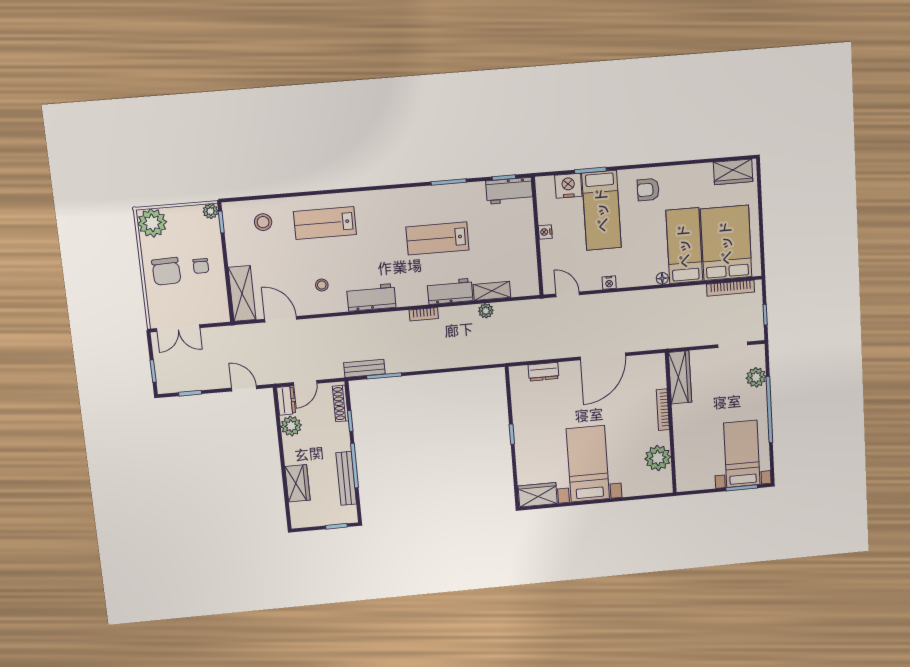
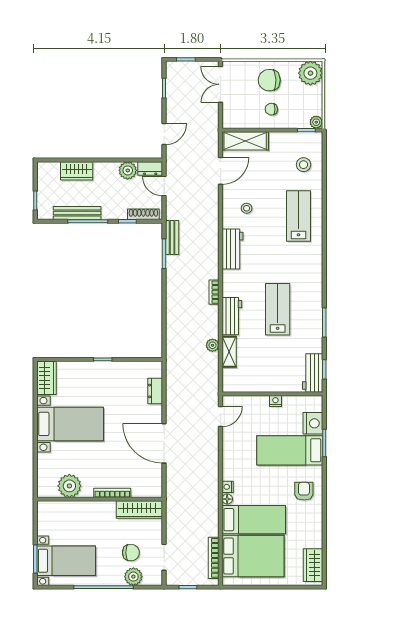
nightstand: (609, 283) -> (228, 487), moved
chair: (729, 383) -> (131, 553), added

